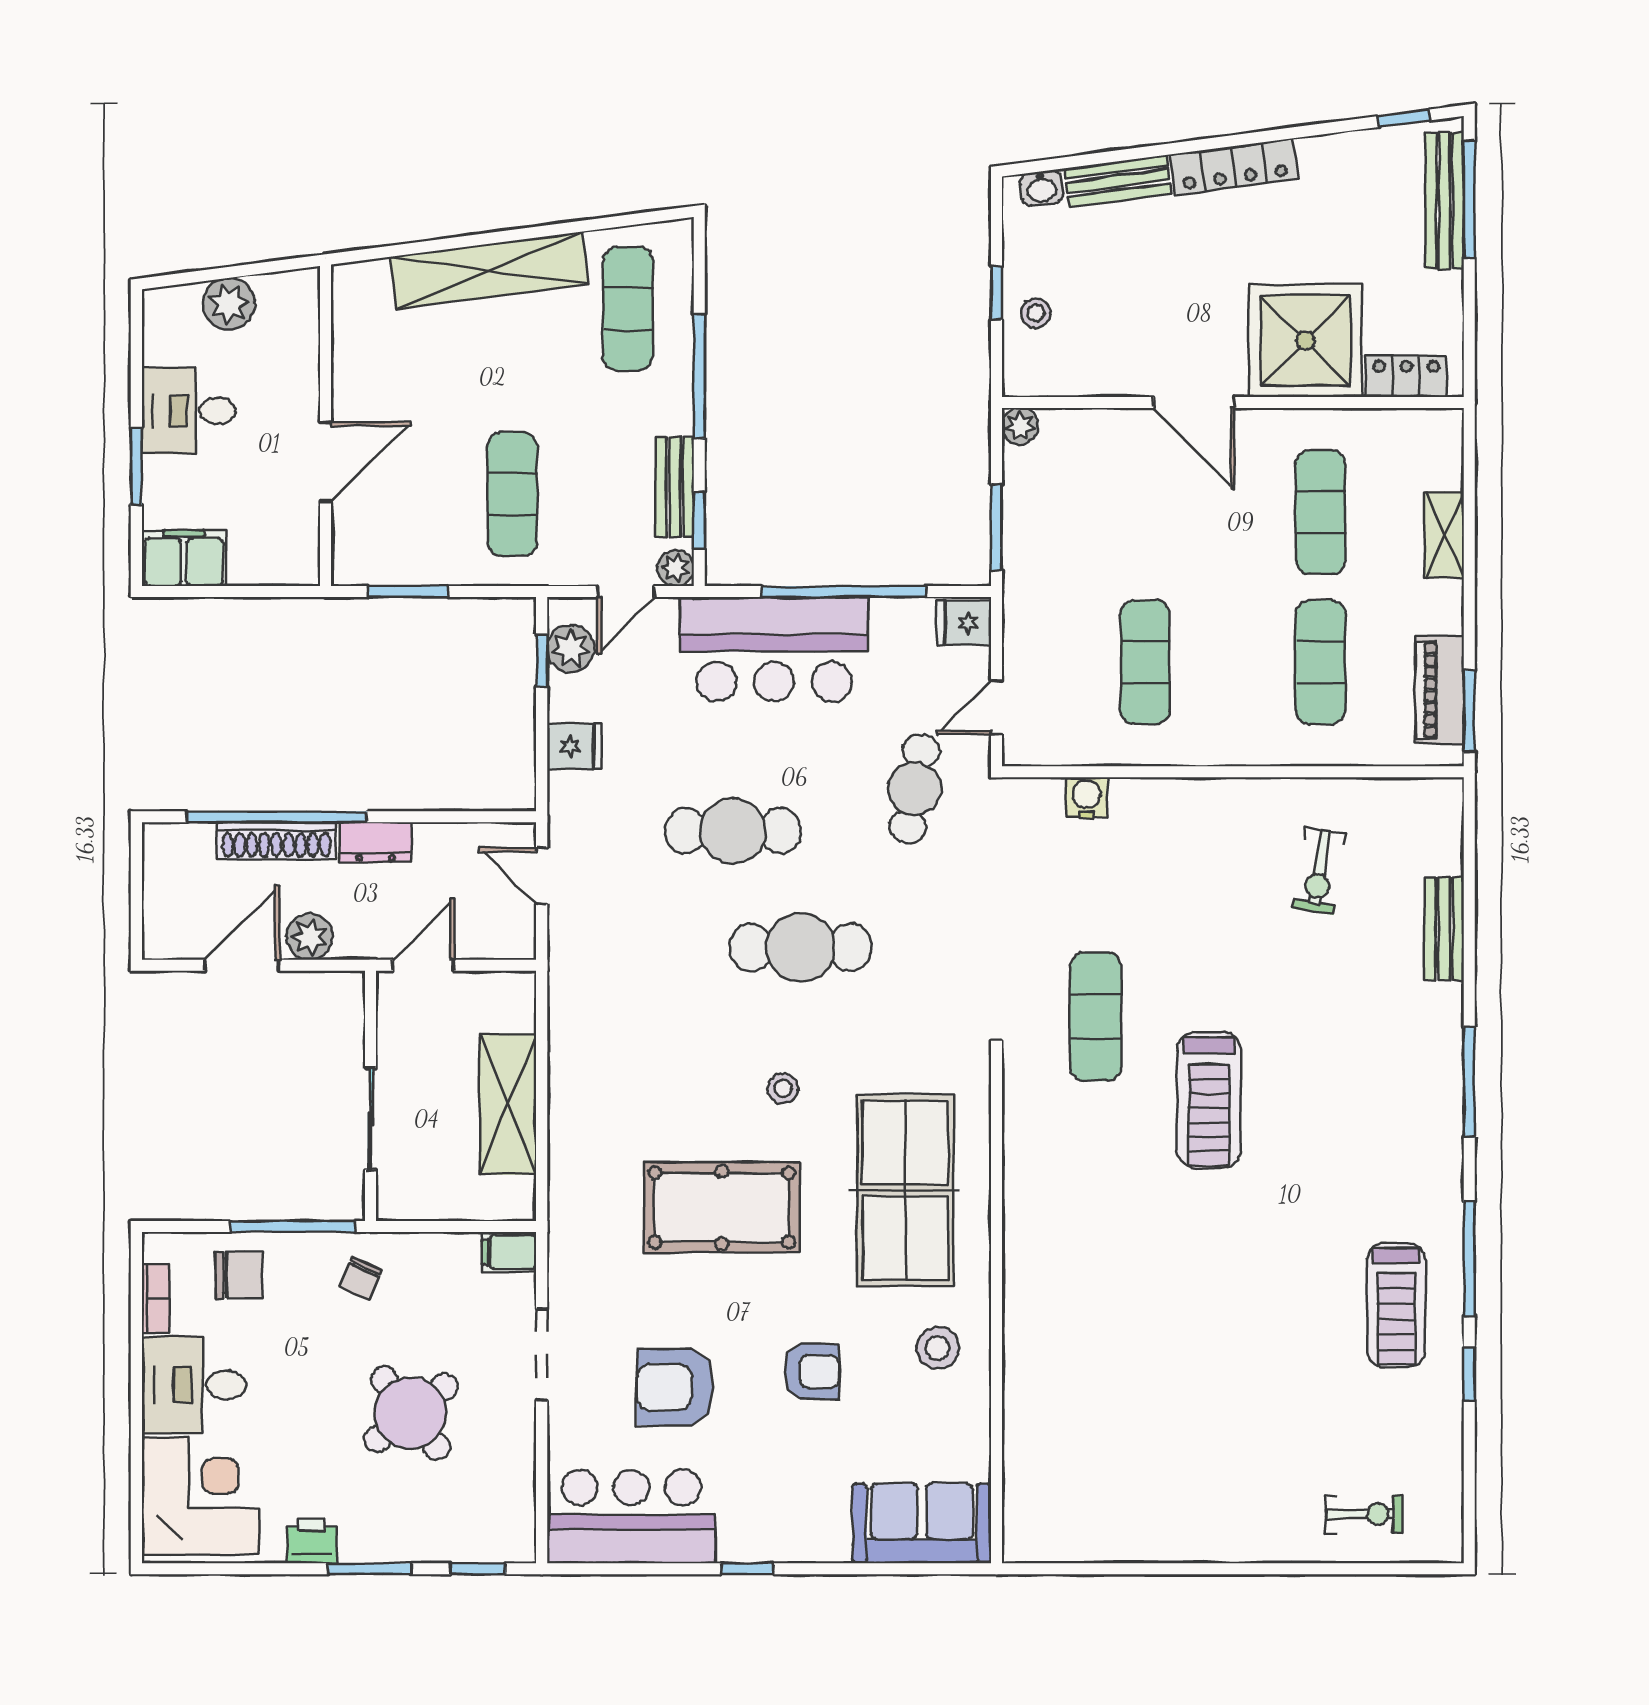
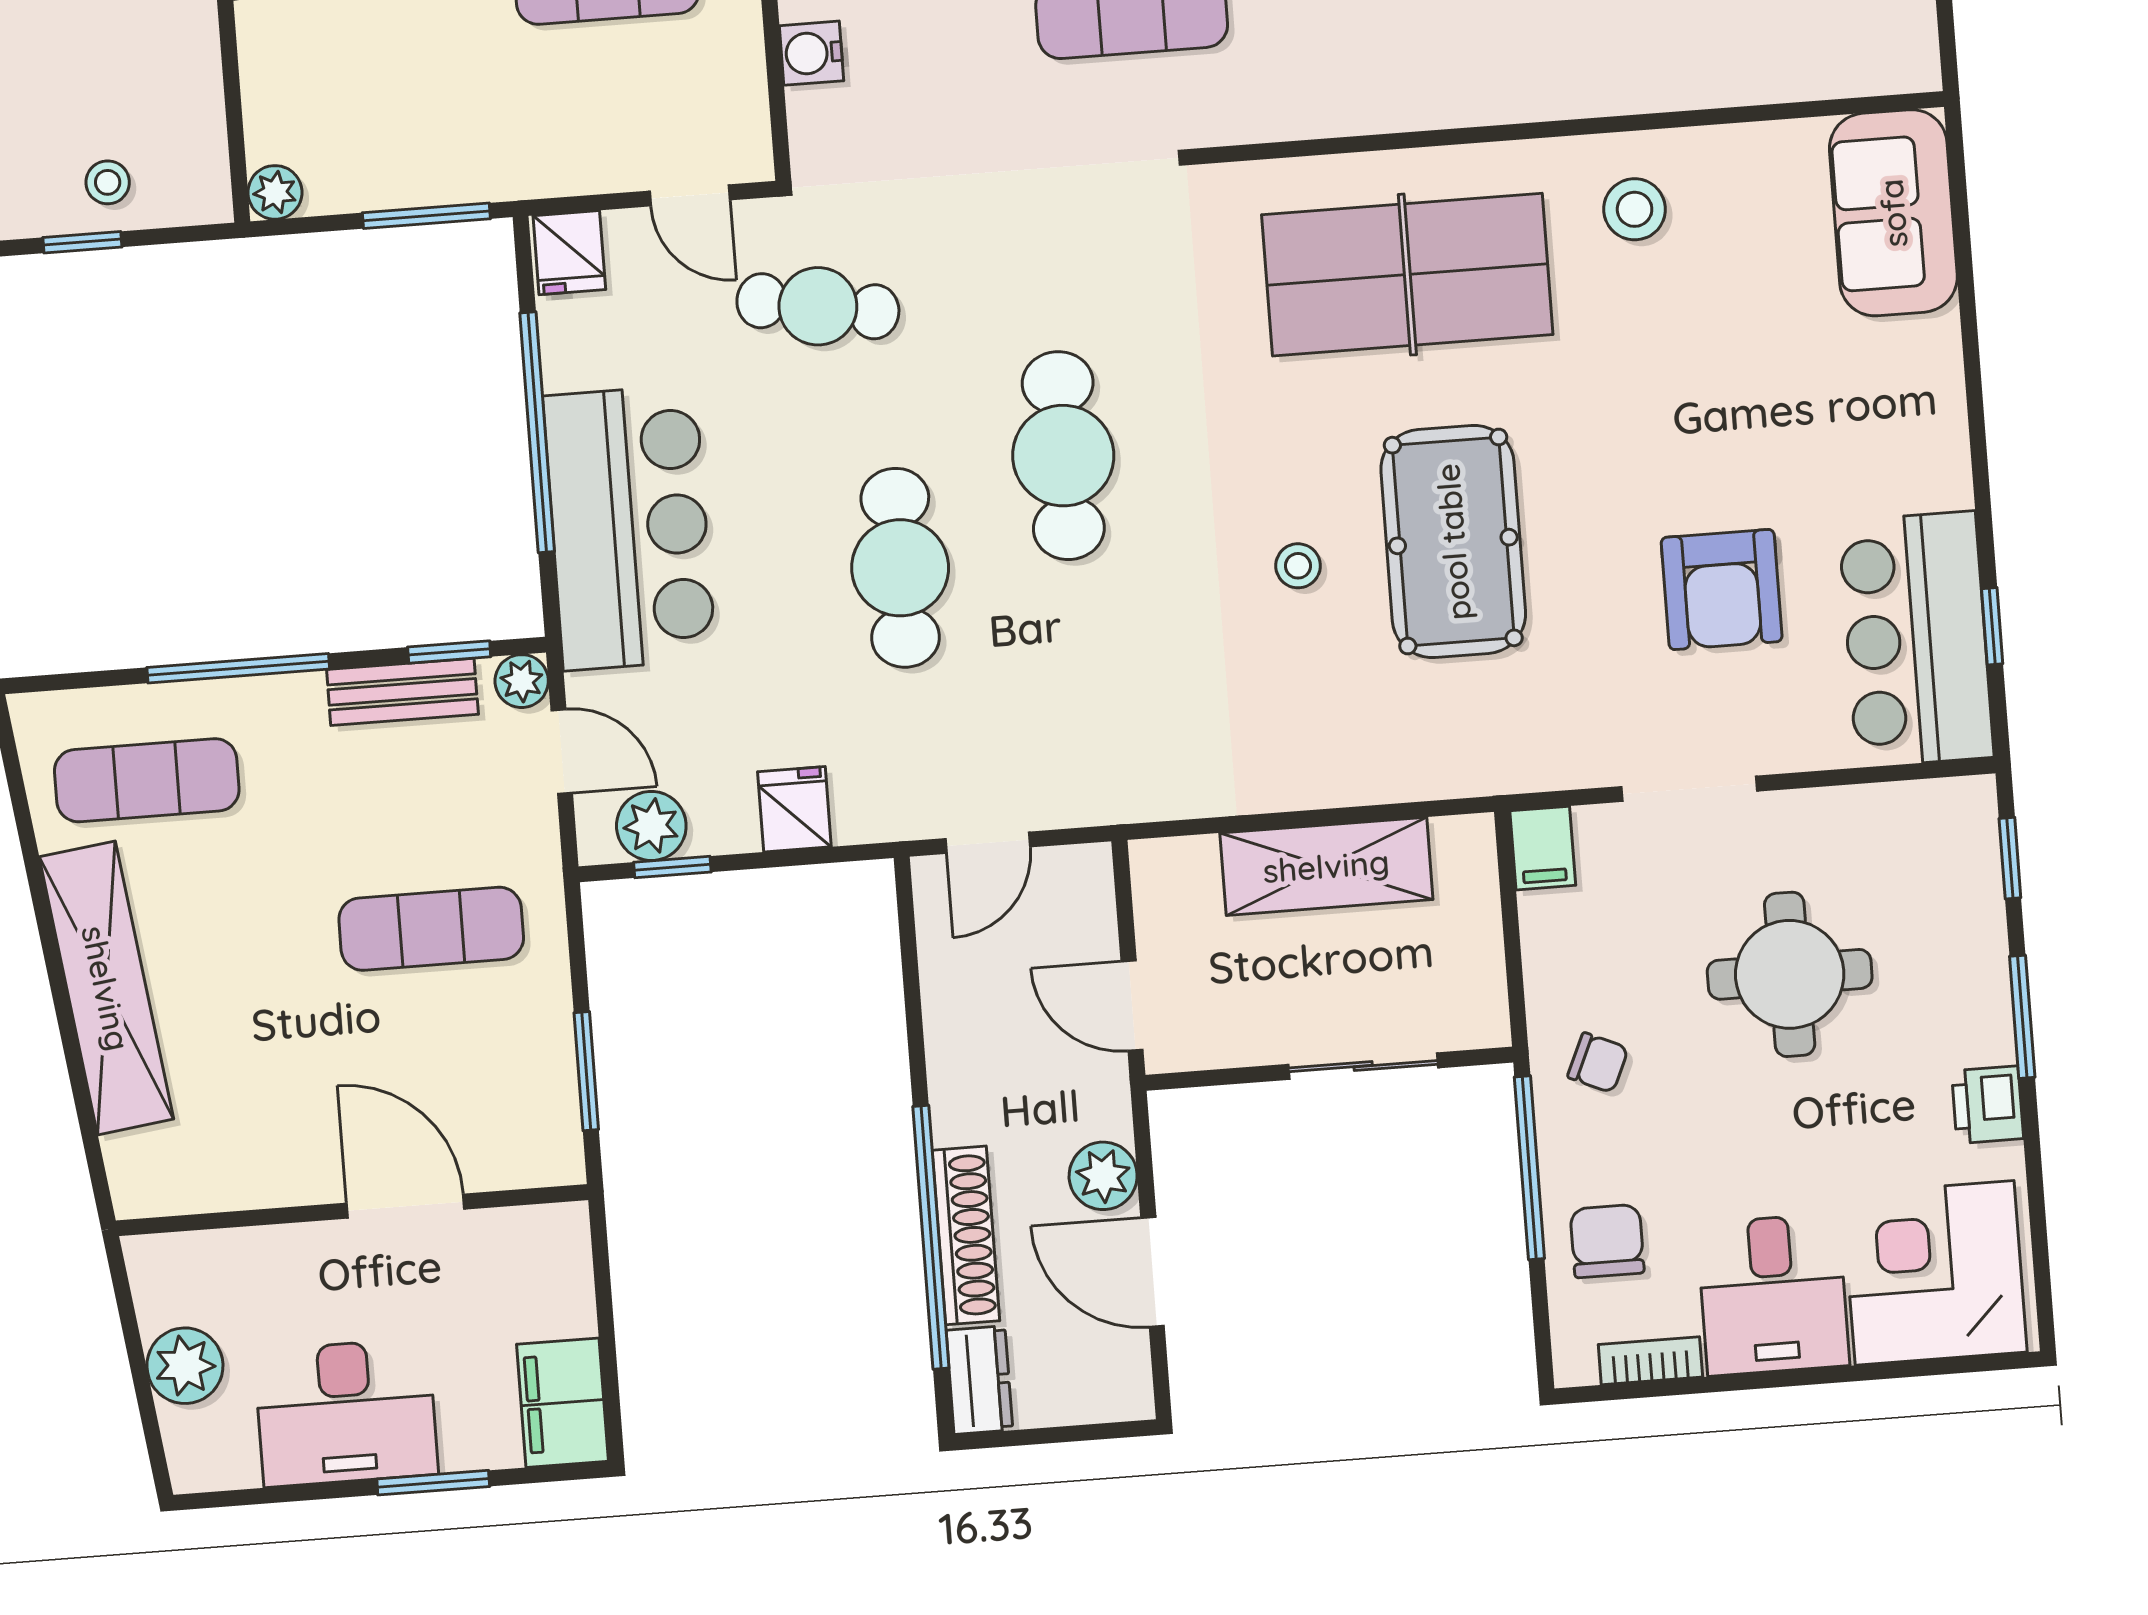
desk: (189, 411) -> (346, 1412), width x1.37
dresser: (375, 842) -> (979, 1380), moved
stool: (783, 1089) -> (1298, 566), moved
armchair: (812, 1372) -> (1684, 391), removed
round table: (411, 1413) -> (1790, 974), turned 38
window: (747, 1569) -> (1992, 626), moved

